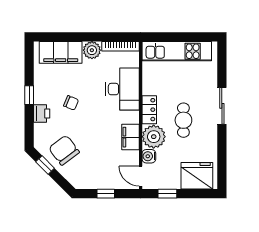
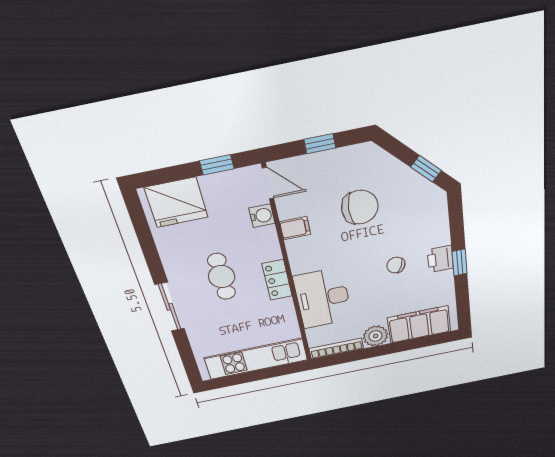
printer: (42, 114) -> (440, 259), moved
filing cabinet: (130, 137) -> (295, 228), width x0.50
plant: (154, 137) -> (261, 245), removed
chair: (64, 150) -> (360, 207), moved, turned -53

